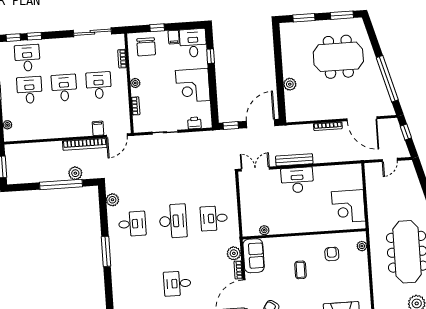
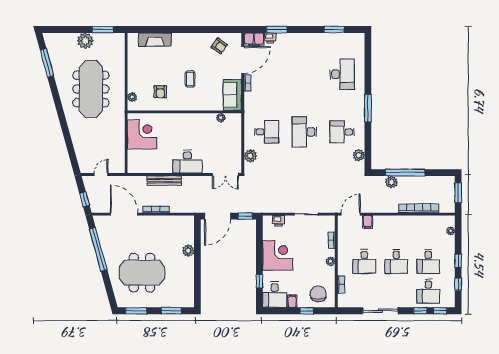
sliding door: (92, 32) -> (380, 311), moved
bookcase: (85, 144) -> (419, 208), moved
bench: (294, 160) -> (164, 181), moved
plant: (234, 253) -> (250, 156), moved
desk: (177, 283) -> (342, 74), moved, width x1.37

